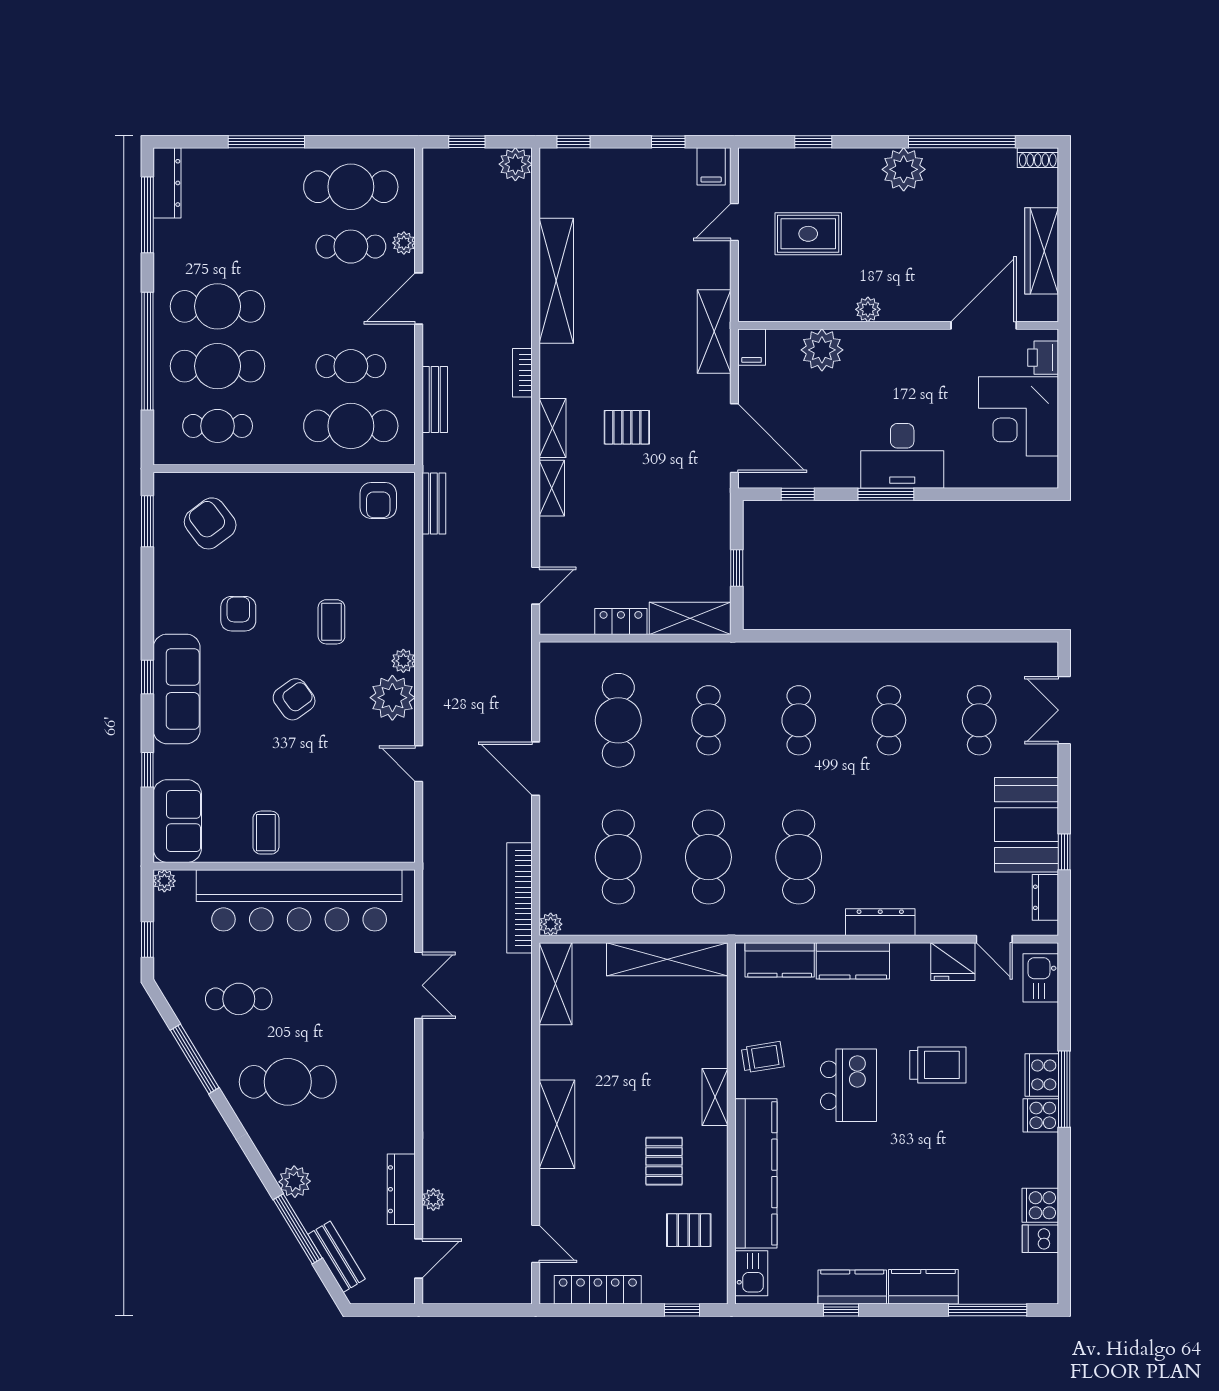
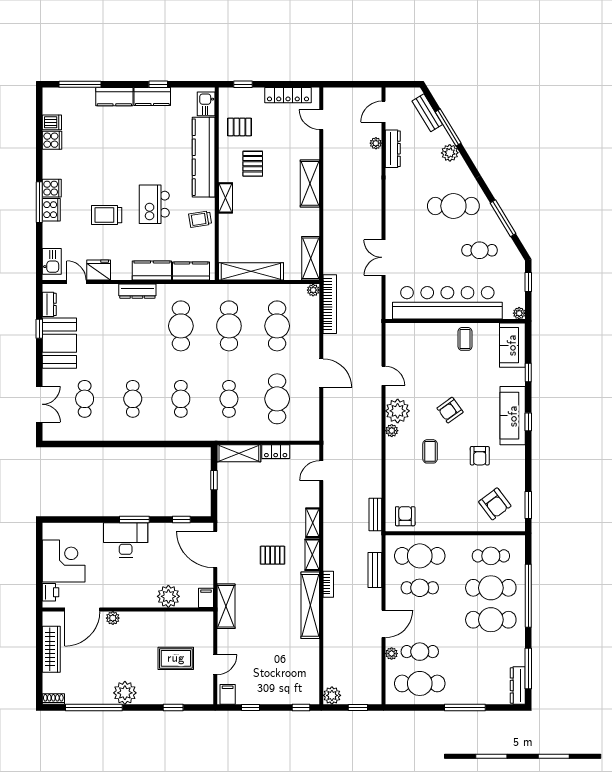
shelving: (556, 281) -> (310, 605), moved
plant: (868, 309) -> (113, 618), moved

